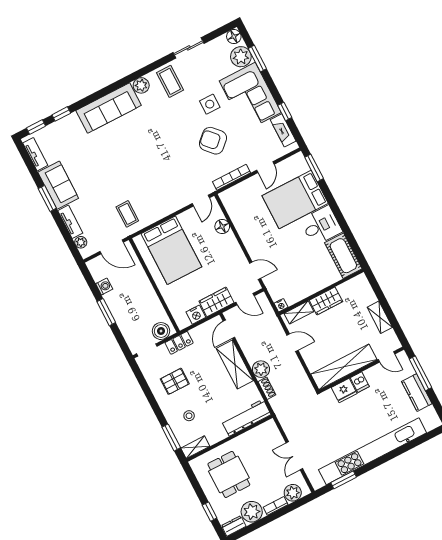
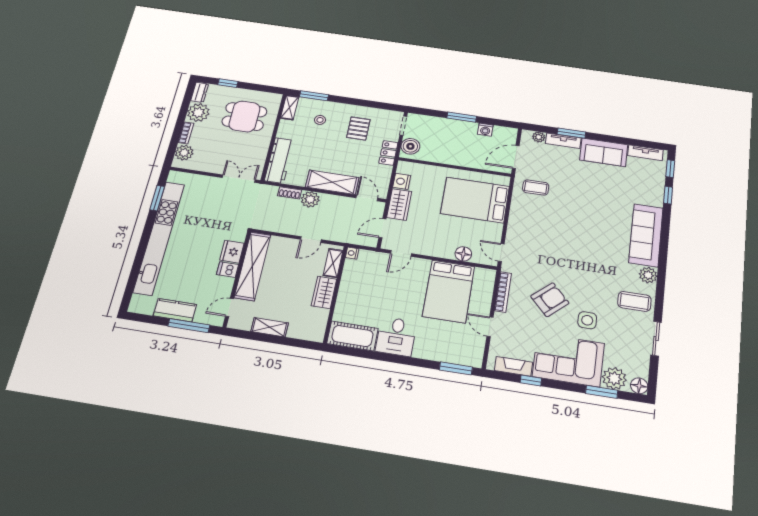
window: (47, 198) -> (571, 133), moved
bed: (295, 200) -> (449, 291), moved, turned 180
double door: (294, 456) -> (239, 179), moved

